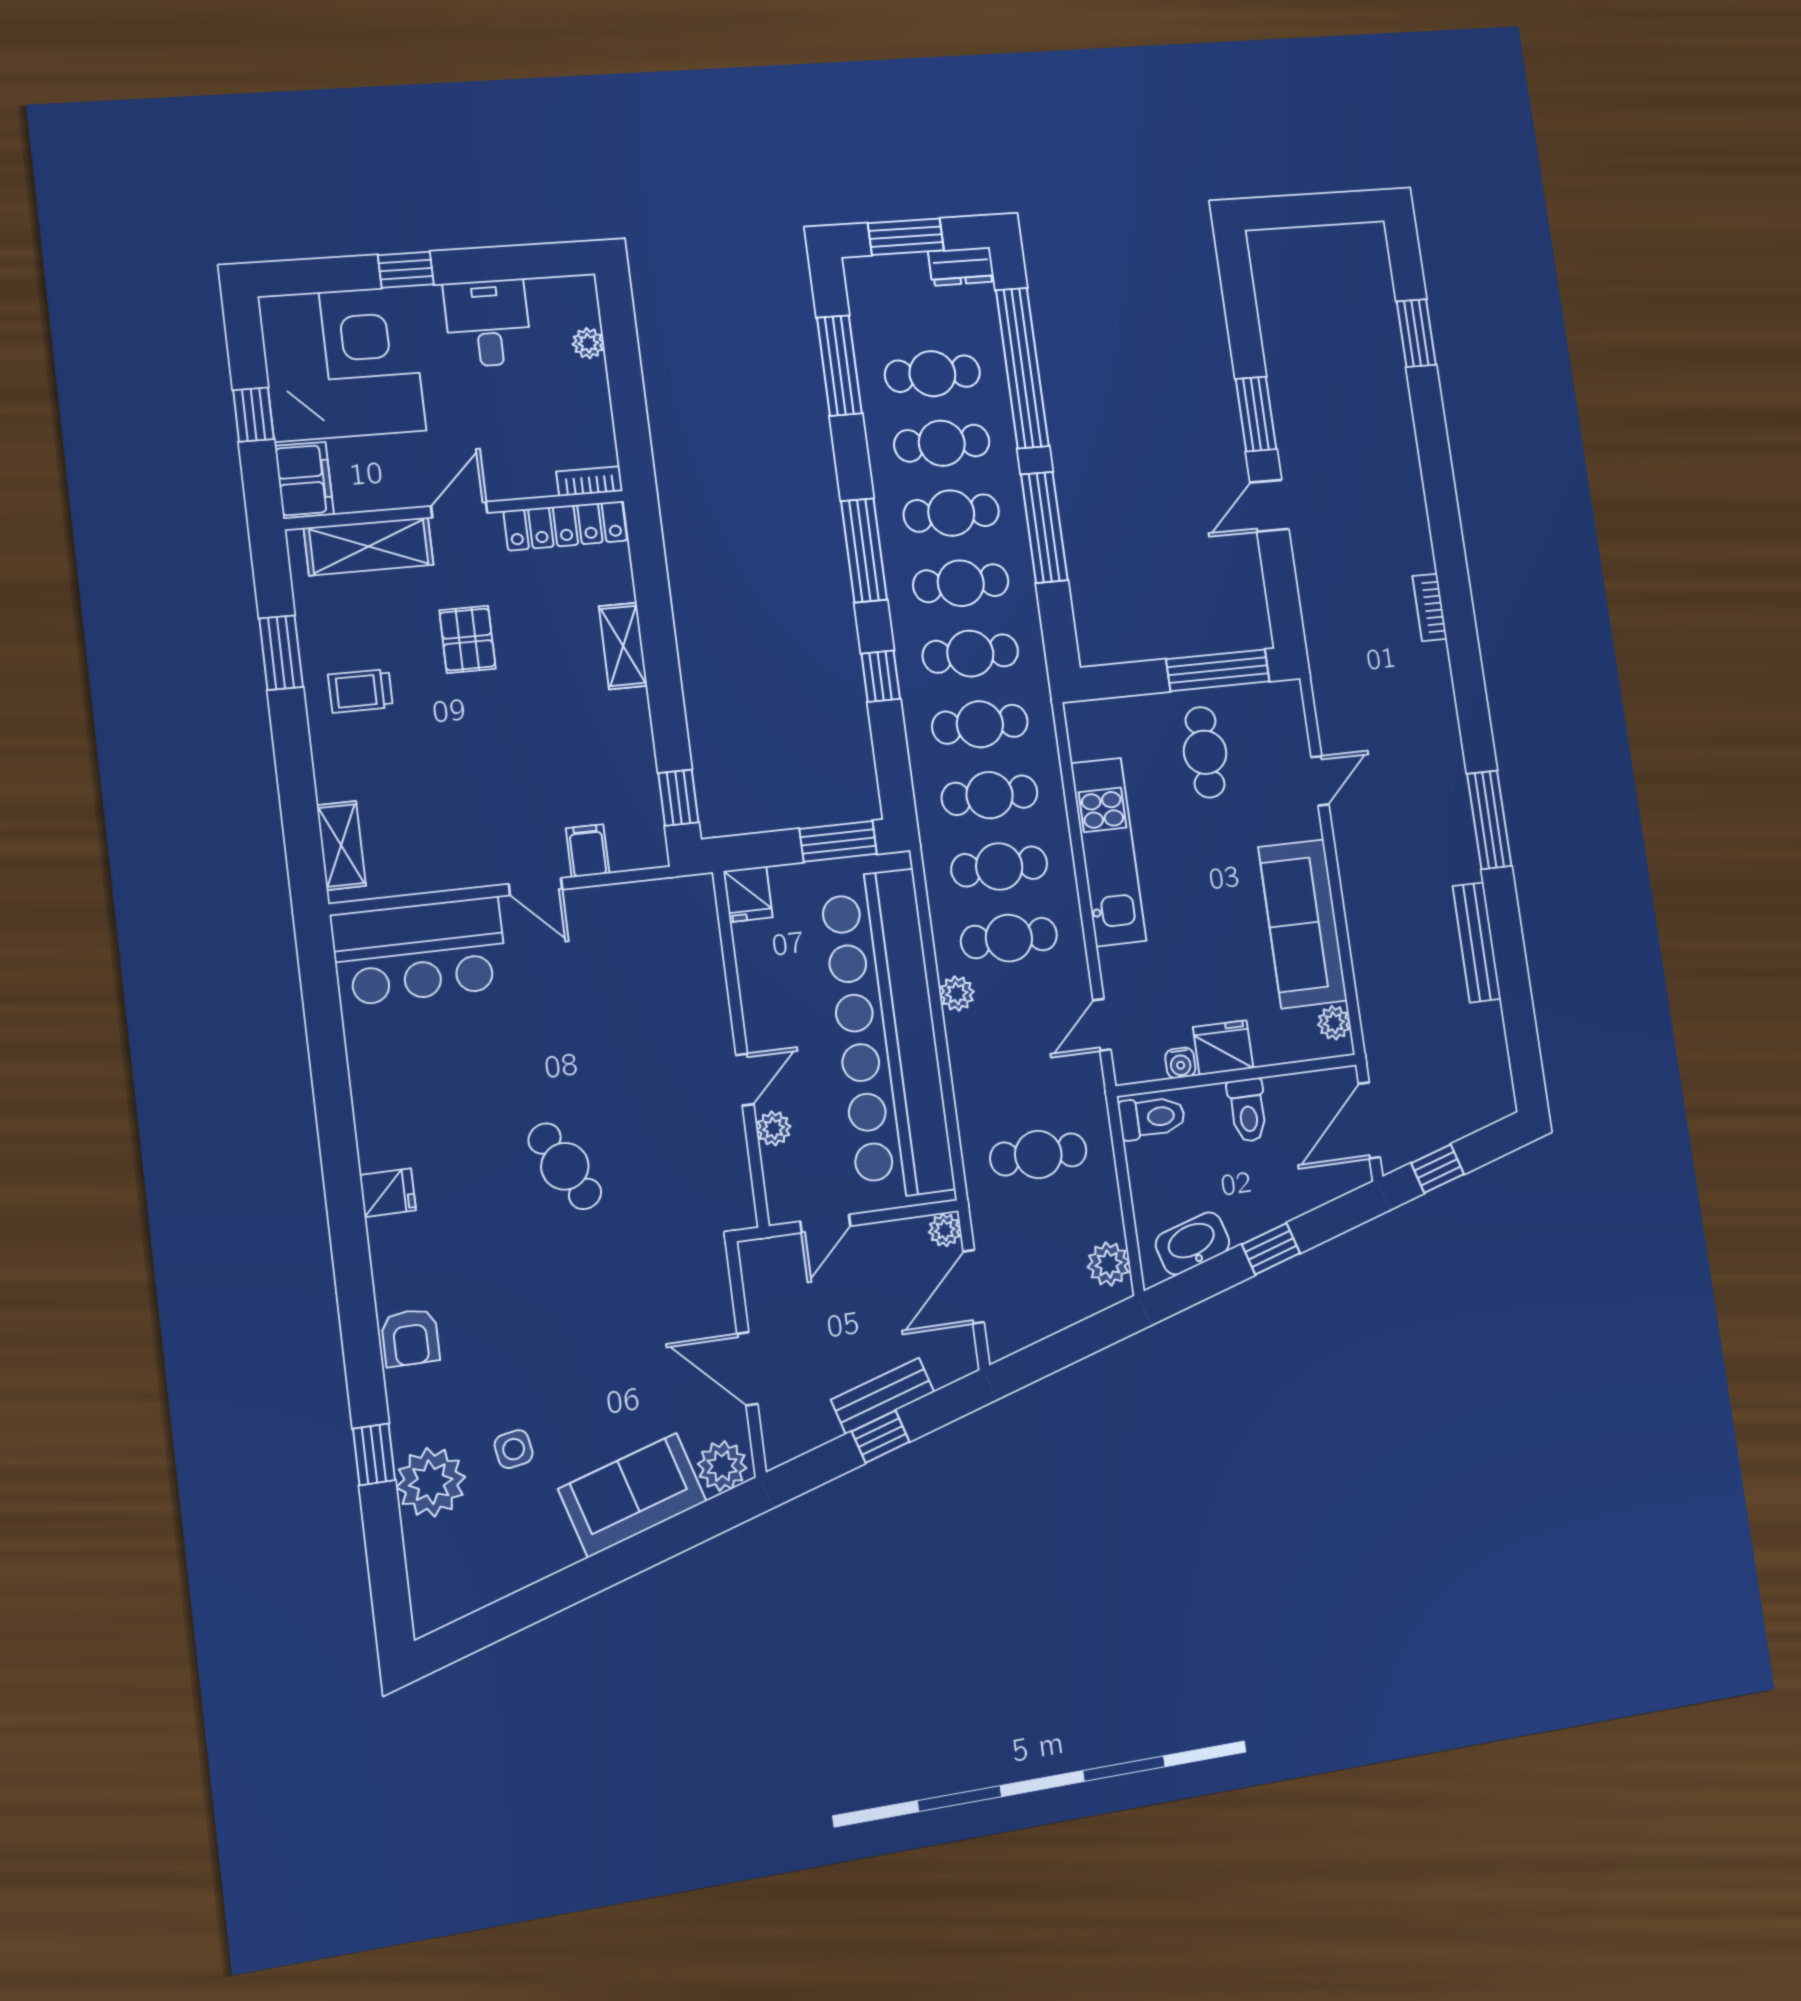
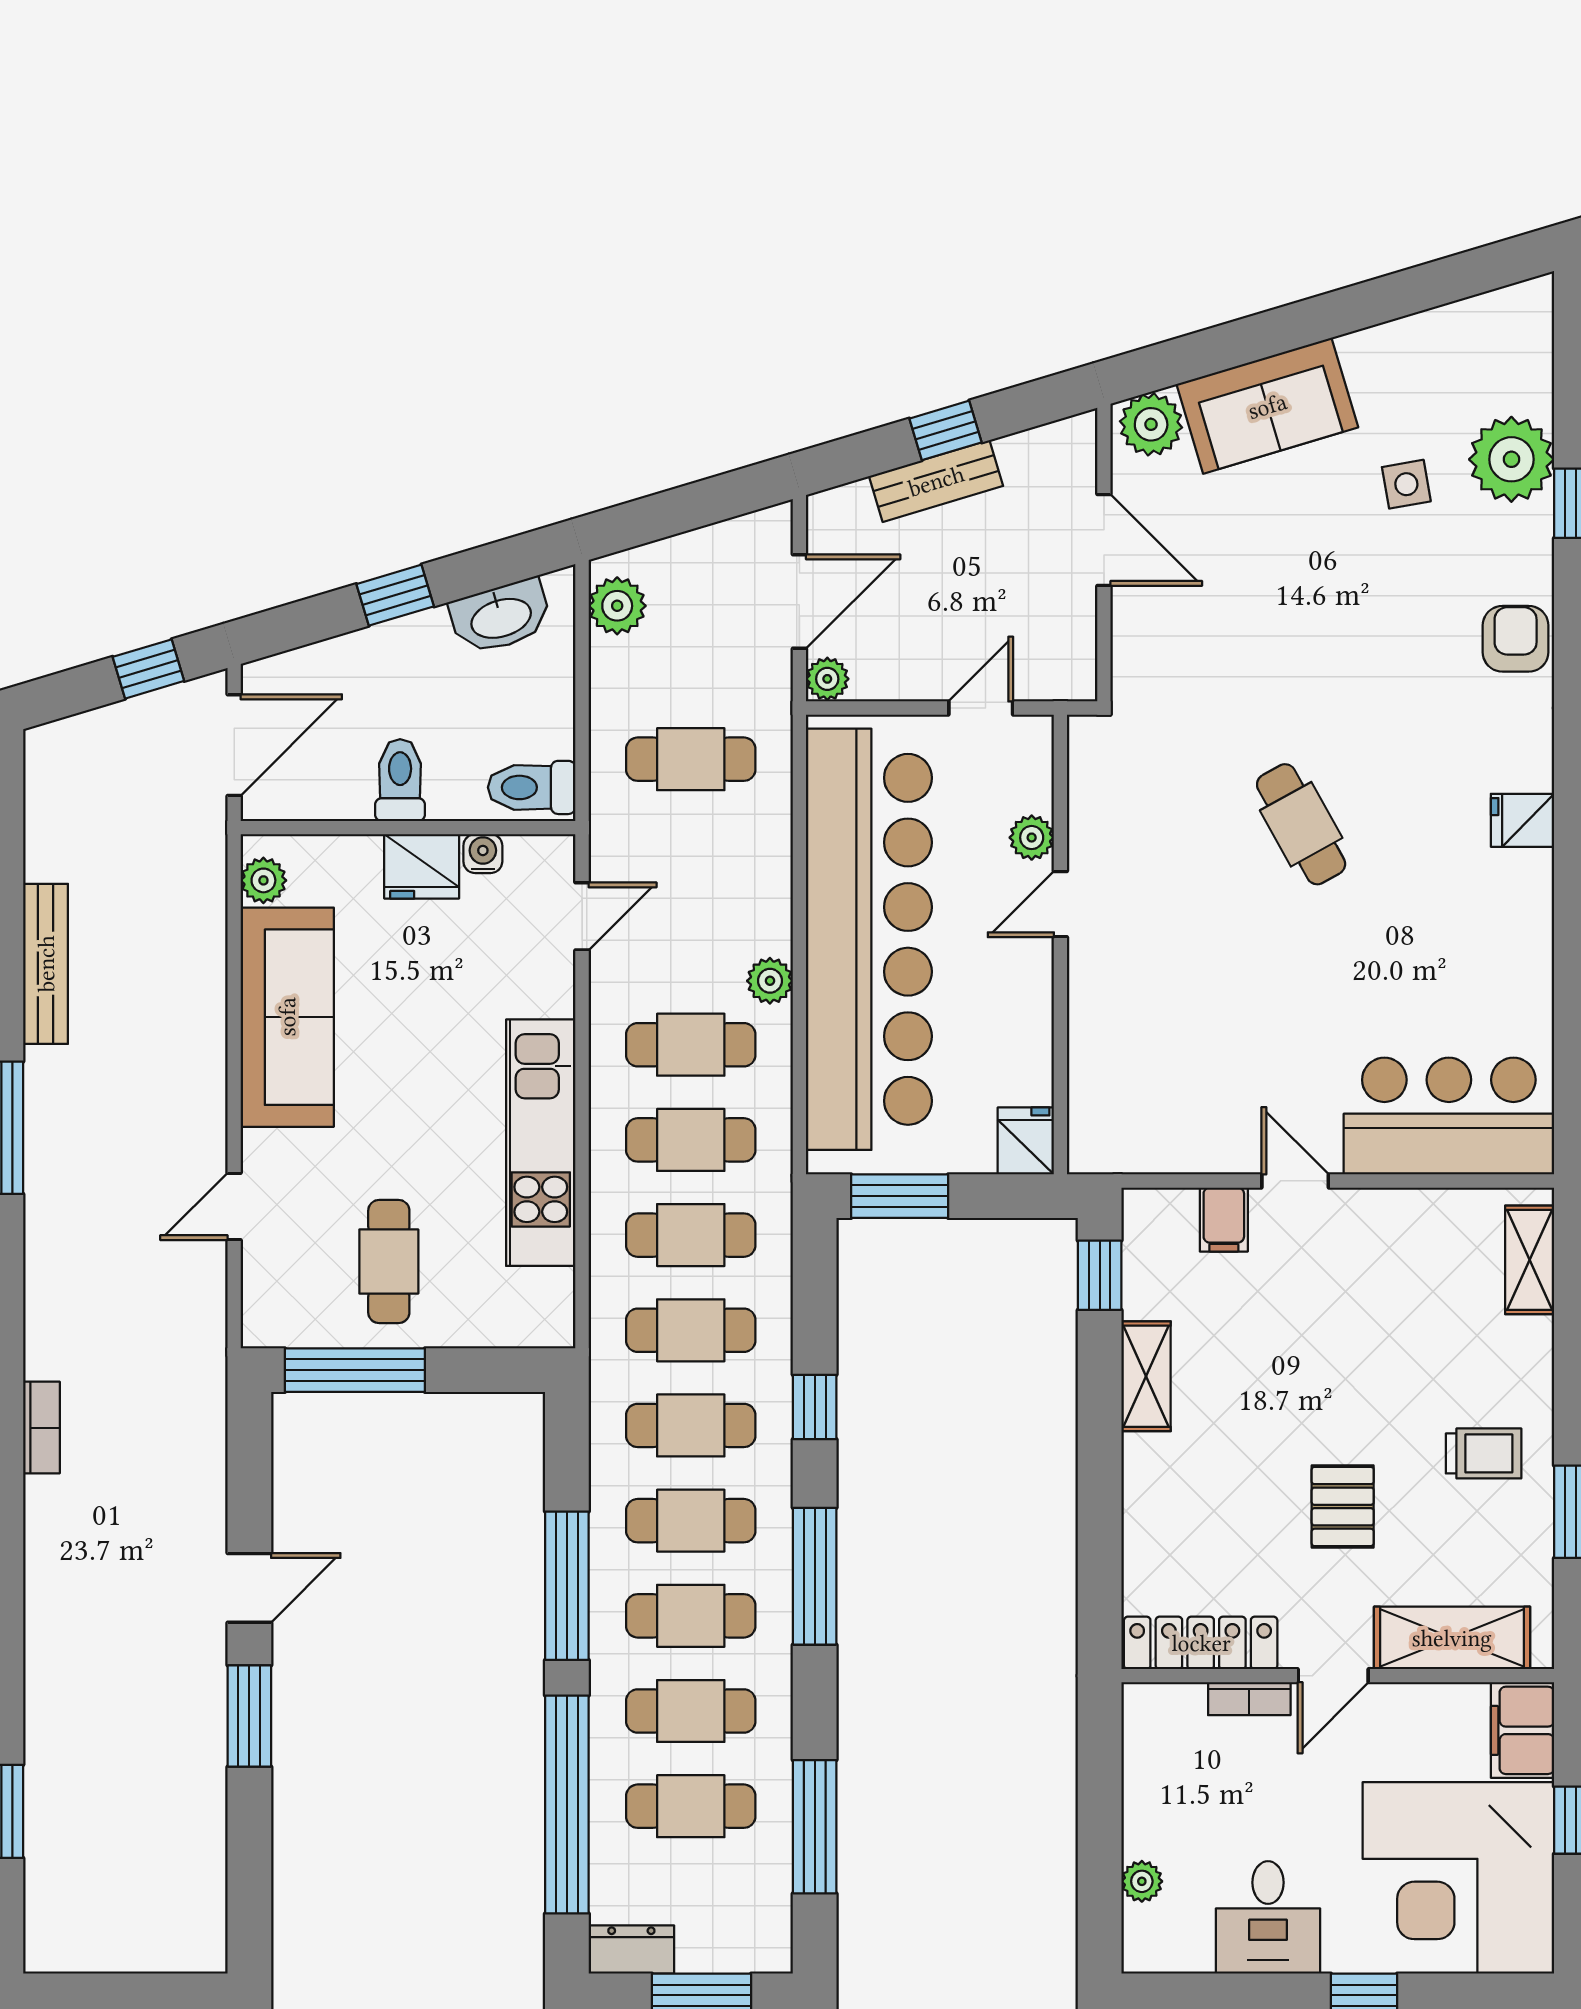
bookcase: (590, 481) -> (1249, 1699), moved
shelving: (623, 646) -> (1146, 1376), moved

